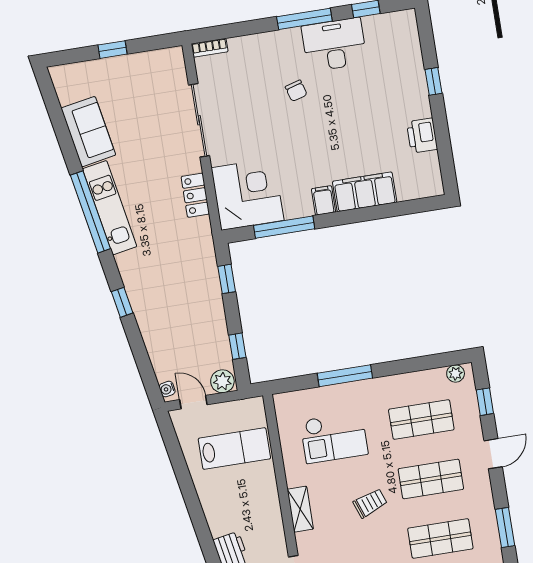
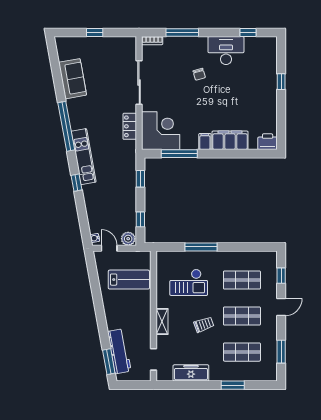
window: (304, 19) -> (182, 33), moved
printer: (422, 136) -> (268, 142), moved, turned 90
kitchen unit: (110, 208) -> (84, 157), moved
plant: (456, 374) -> (266, 256), removed

